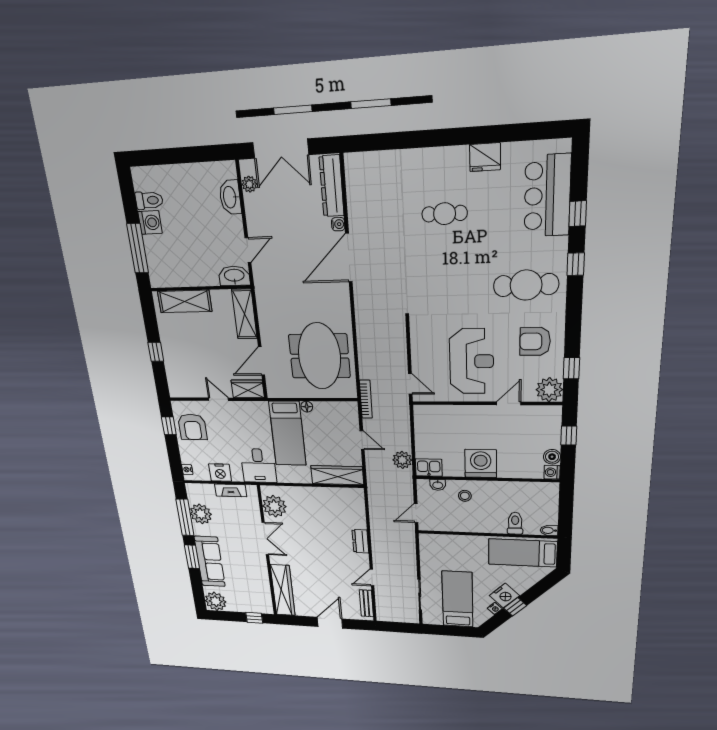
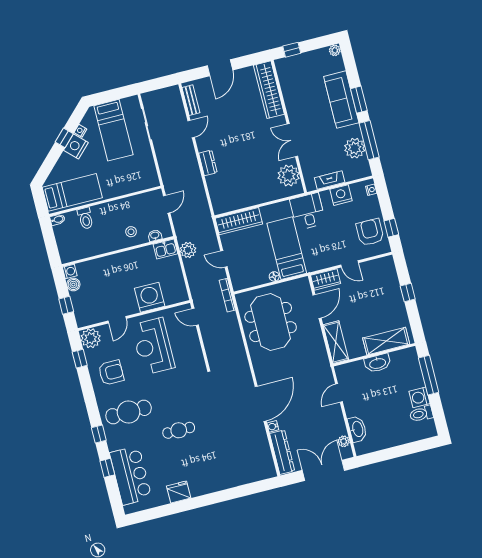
cafe table: (445, 214) -> (179, 430), moved
washbasin: (234, 276) -> (378, 363), moved
washing machine: (481, 463) -> (150, 297), moved, turned 180
plant: (216, 601) -> (335, 50), width x0.53, depth x0.53

